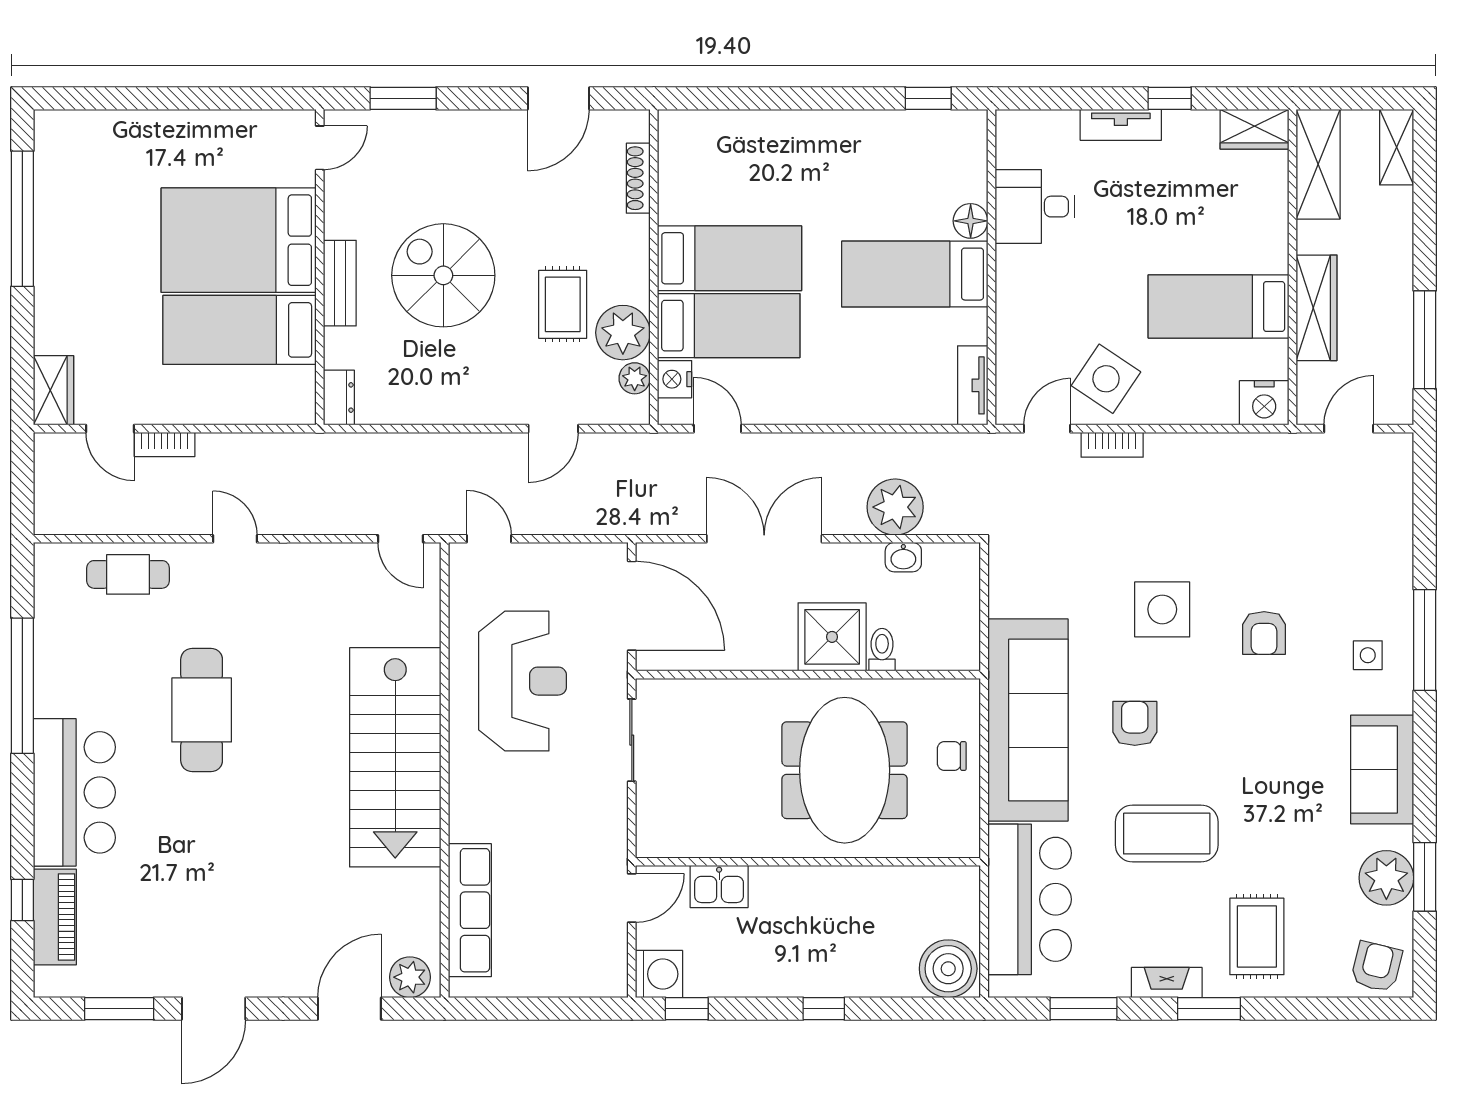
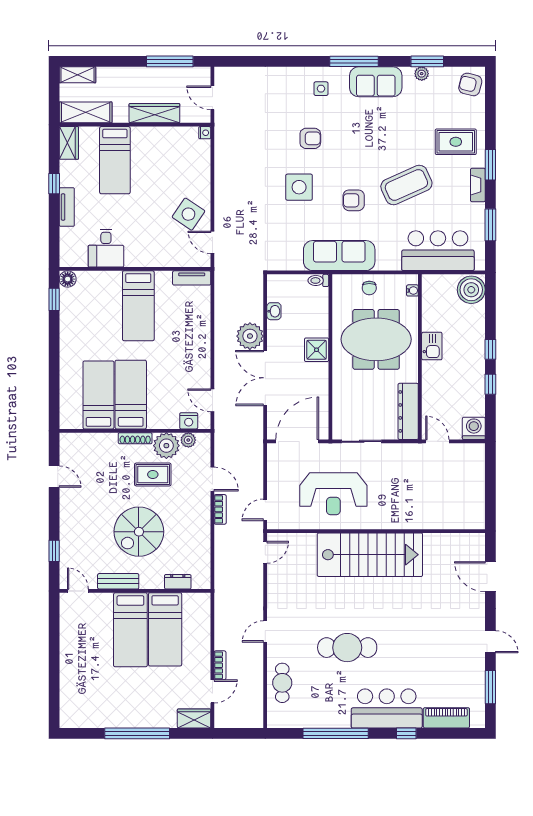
window: (403, 98) -> (54, 551), width x0.67
door: (558, 98) -> (54, 477), width x0.73
shoe rack: (638, 178) -> (135, 438), moved
window: (22, 219) -> (137, 733), moved
floor lamp: (971, 221) -> (68, 279), moved
bed: (239, 240) -> (130, 630), width x0.67
bench: (340, 283) -> (118, 581), moved
bed: (1219, 306) -> (115, 160), moved
bed: (729, 326) -> (98, 395), moved
dresser: (339, 398) -> (178, 582), moved
nightstand: (1264, 403) -> (205, 133), width x0.53, depth x0.56
door: (717, 429) -> (212, 400), hinge flipped
bookcase: (1112, 445) -> (220, 509), moved
plant: (895, 507) -> (250, 336), moved
shower: (832, 637) -> (317, 350), width x0.73, depth x0.73
window: (1425, 640) -> (354, 61), moved
toilet: (882, 650) -> (318, 280), moved
reception desk: (523, 681) -> (333, 494), turned 180
sofa: (1028, 720) -> (339, 256), width x0.74, depth x0.79
coffee table: (1167, 833) -> (406, 185), turned 66
dresser: (694, 837) -> (408, 411), added
water cooler: (947, 846) -> (412, 290), added
plant: (1386, 878) -> (422, 74), width x0.53, depth x0.53
kitchen sink: (719, 887) -> (432, 346), moved
window: (22, 900) -> (406, 733), moved
row of seats: (470, 910) -> (443, 519), removed
plant: (410, 977) -> (475, 548), removed
door: (214, 1009) -> (490, 642), width x0.73
window: (687, 1009) -> (490, 384), moved

